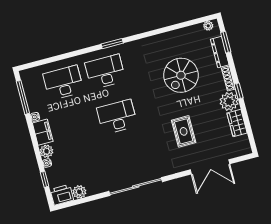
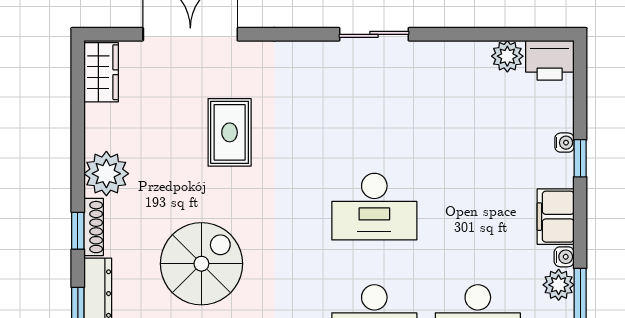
window: (239, 91) -> (78, 231), moved
wardrobe: (237, 123) -> (101, 72), moved
plant: (46, 151) -> (559, 285), moved
window: (45, 179) -> (580, 158), moved
sliding door: (136, 186) -> (374, 34), width x0.54

